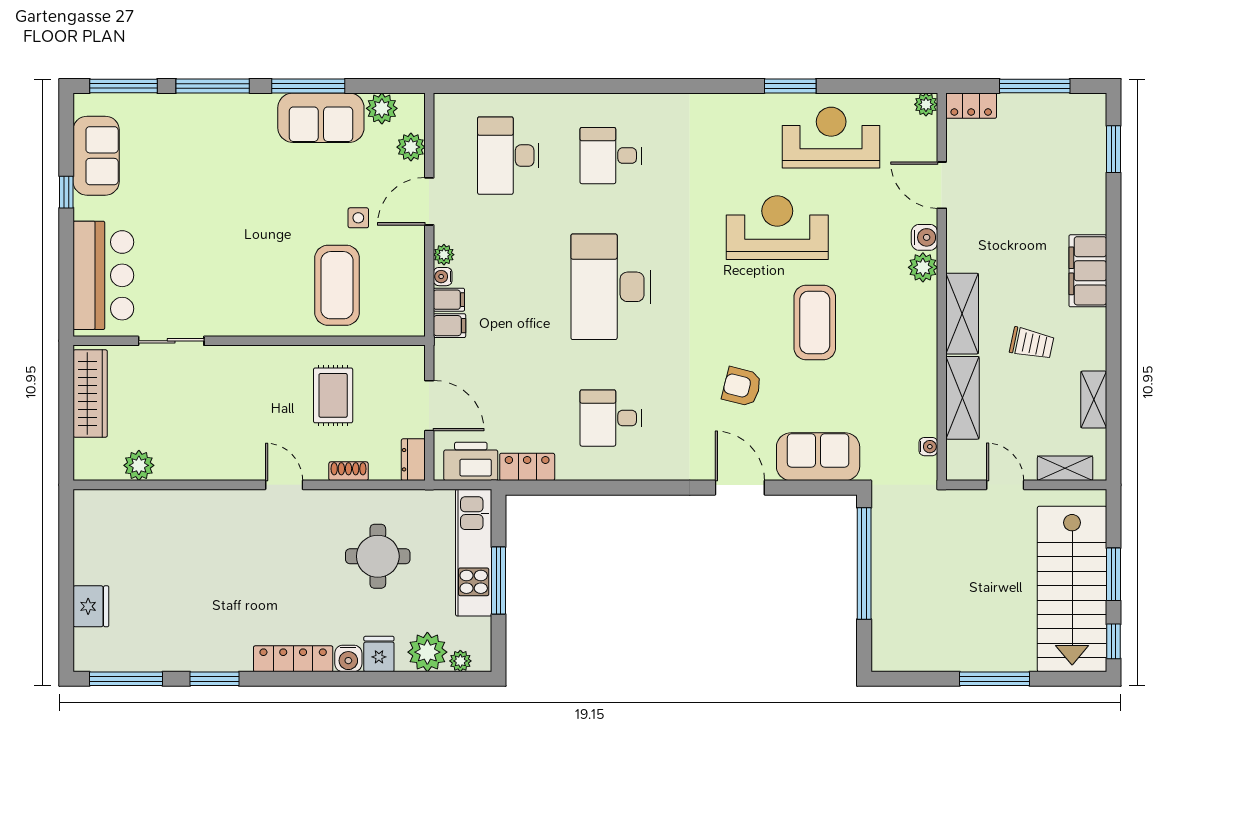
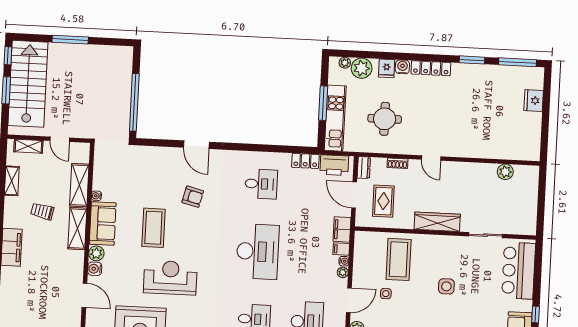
reception desk: (777, 228) -> (170, 278), turned 180
side table: (242, 238) -> (446, 286), added
filing cabinet: (449, 326) -> (342, 229), width x2.00
wardrobe: (90, 393) -> (437, 222), moved, turned 90
rug: (333, 395) -> (383, 201), moved
water cooler: (928, 447) -> (96, 196), moved
sofa: (818, 457) -> (103, 223), moved, turned -90

